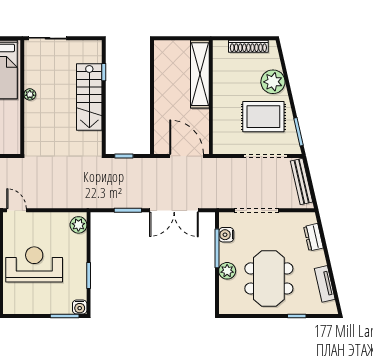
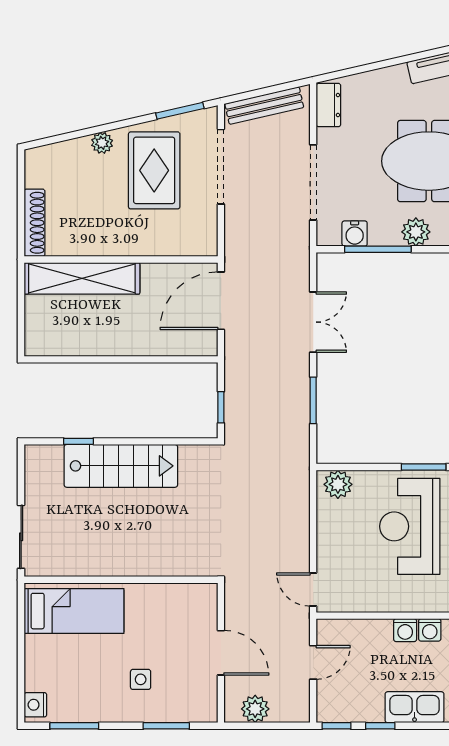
shoe rack: (248, 46) -> (35, 223), moved
plant: (273, 82) -> (102, 143), width x0.53, depth x0.53
plant: (30, 94) -> (116, 567), removed
door: (17, 210) -> (313, 589), hinge flipped
double door: (174, 210) -> (313, 322), width x0.73
dresser: (313, 237) -> (328, 105), moved, turned -77
reception desk: (34, 264) -> (410, 526), moved

